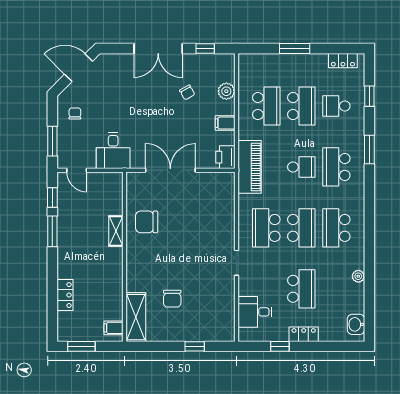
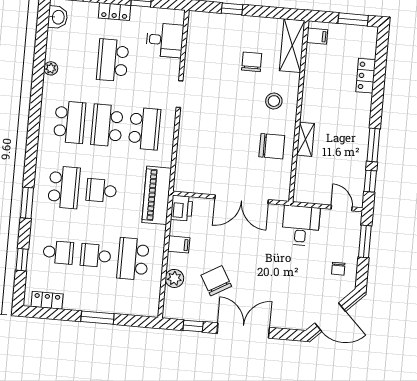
chair: (187, 92) -> (216, 281), width x1.87, depth x1.87
school desk: (301, 106) -> (96, 256), width x0.54
stool: (148, 264) -> (274, 101), added

